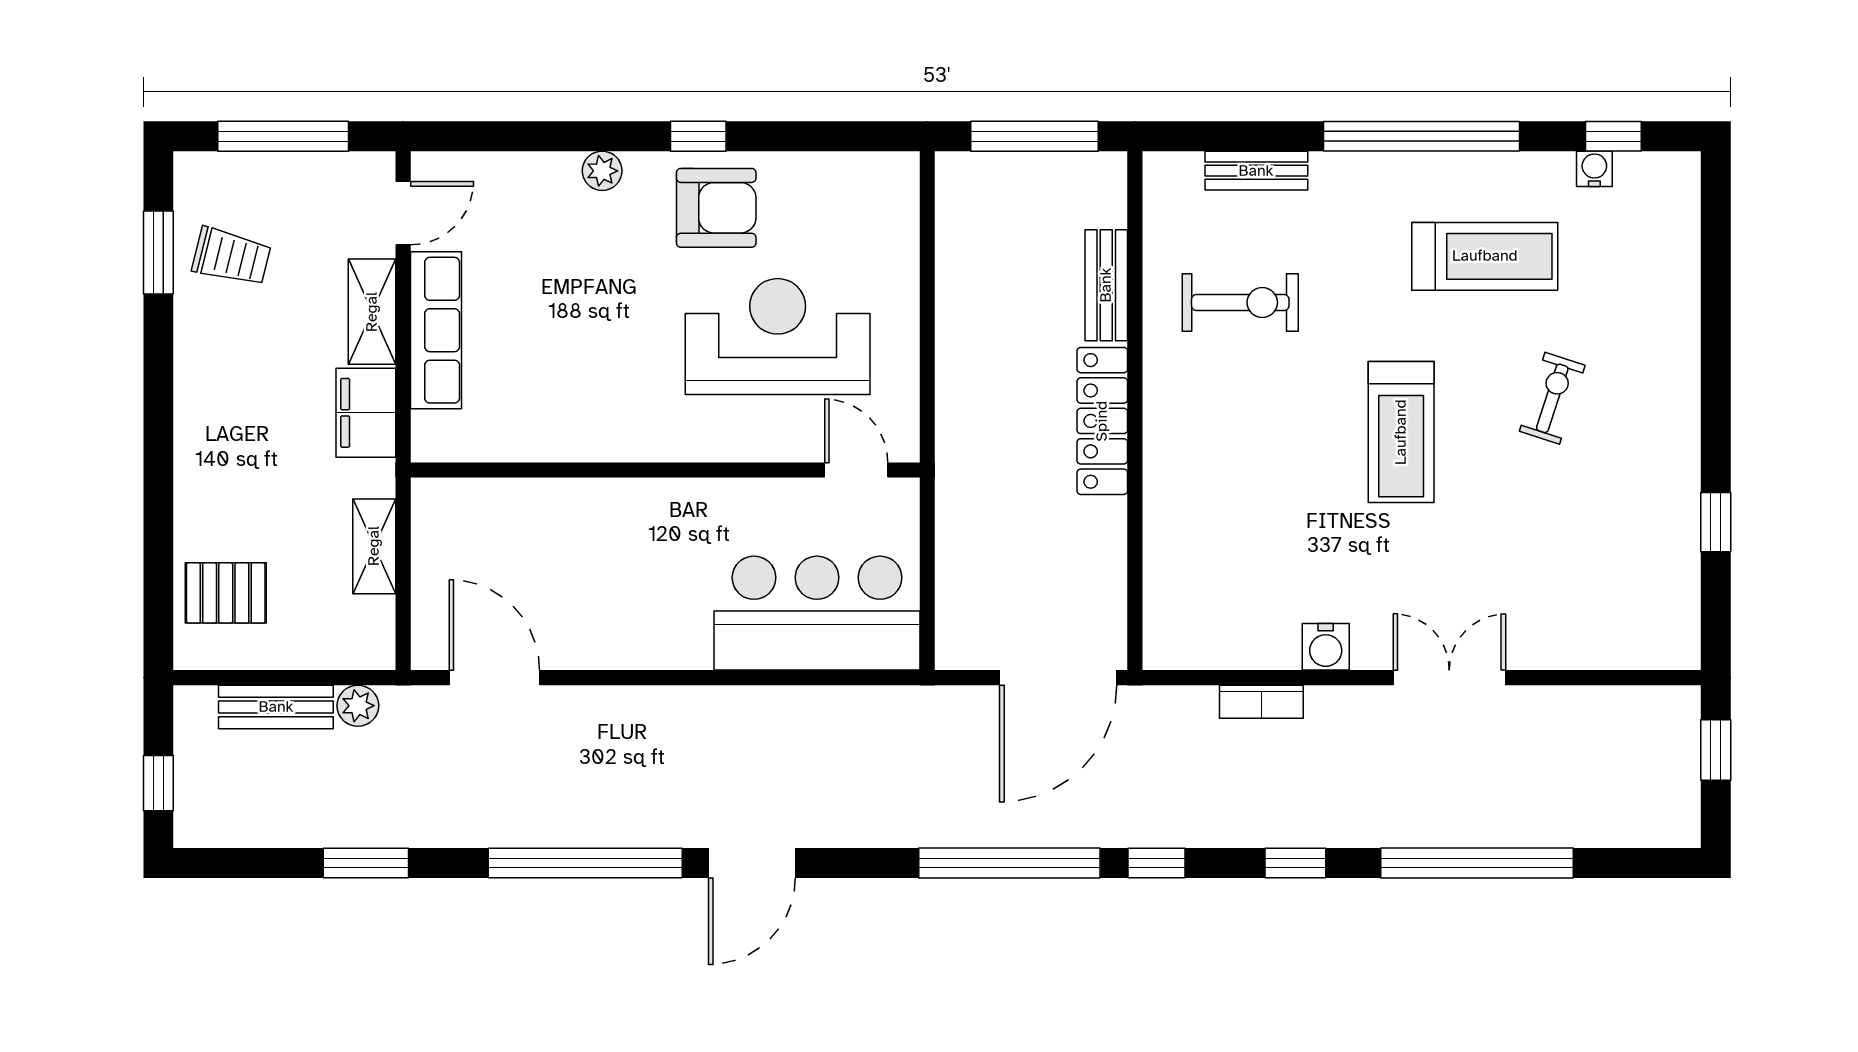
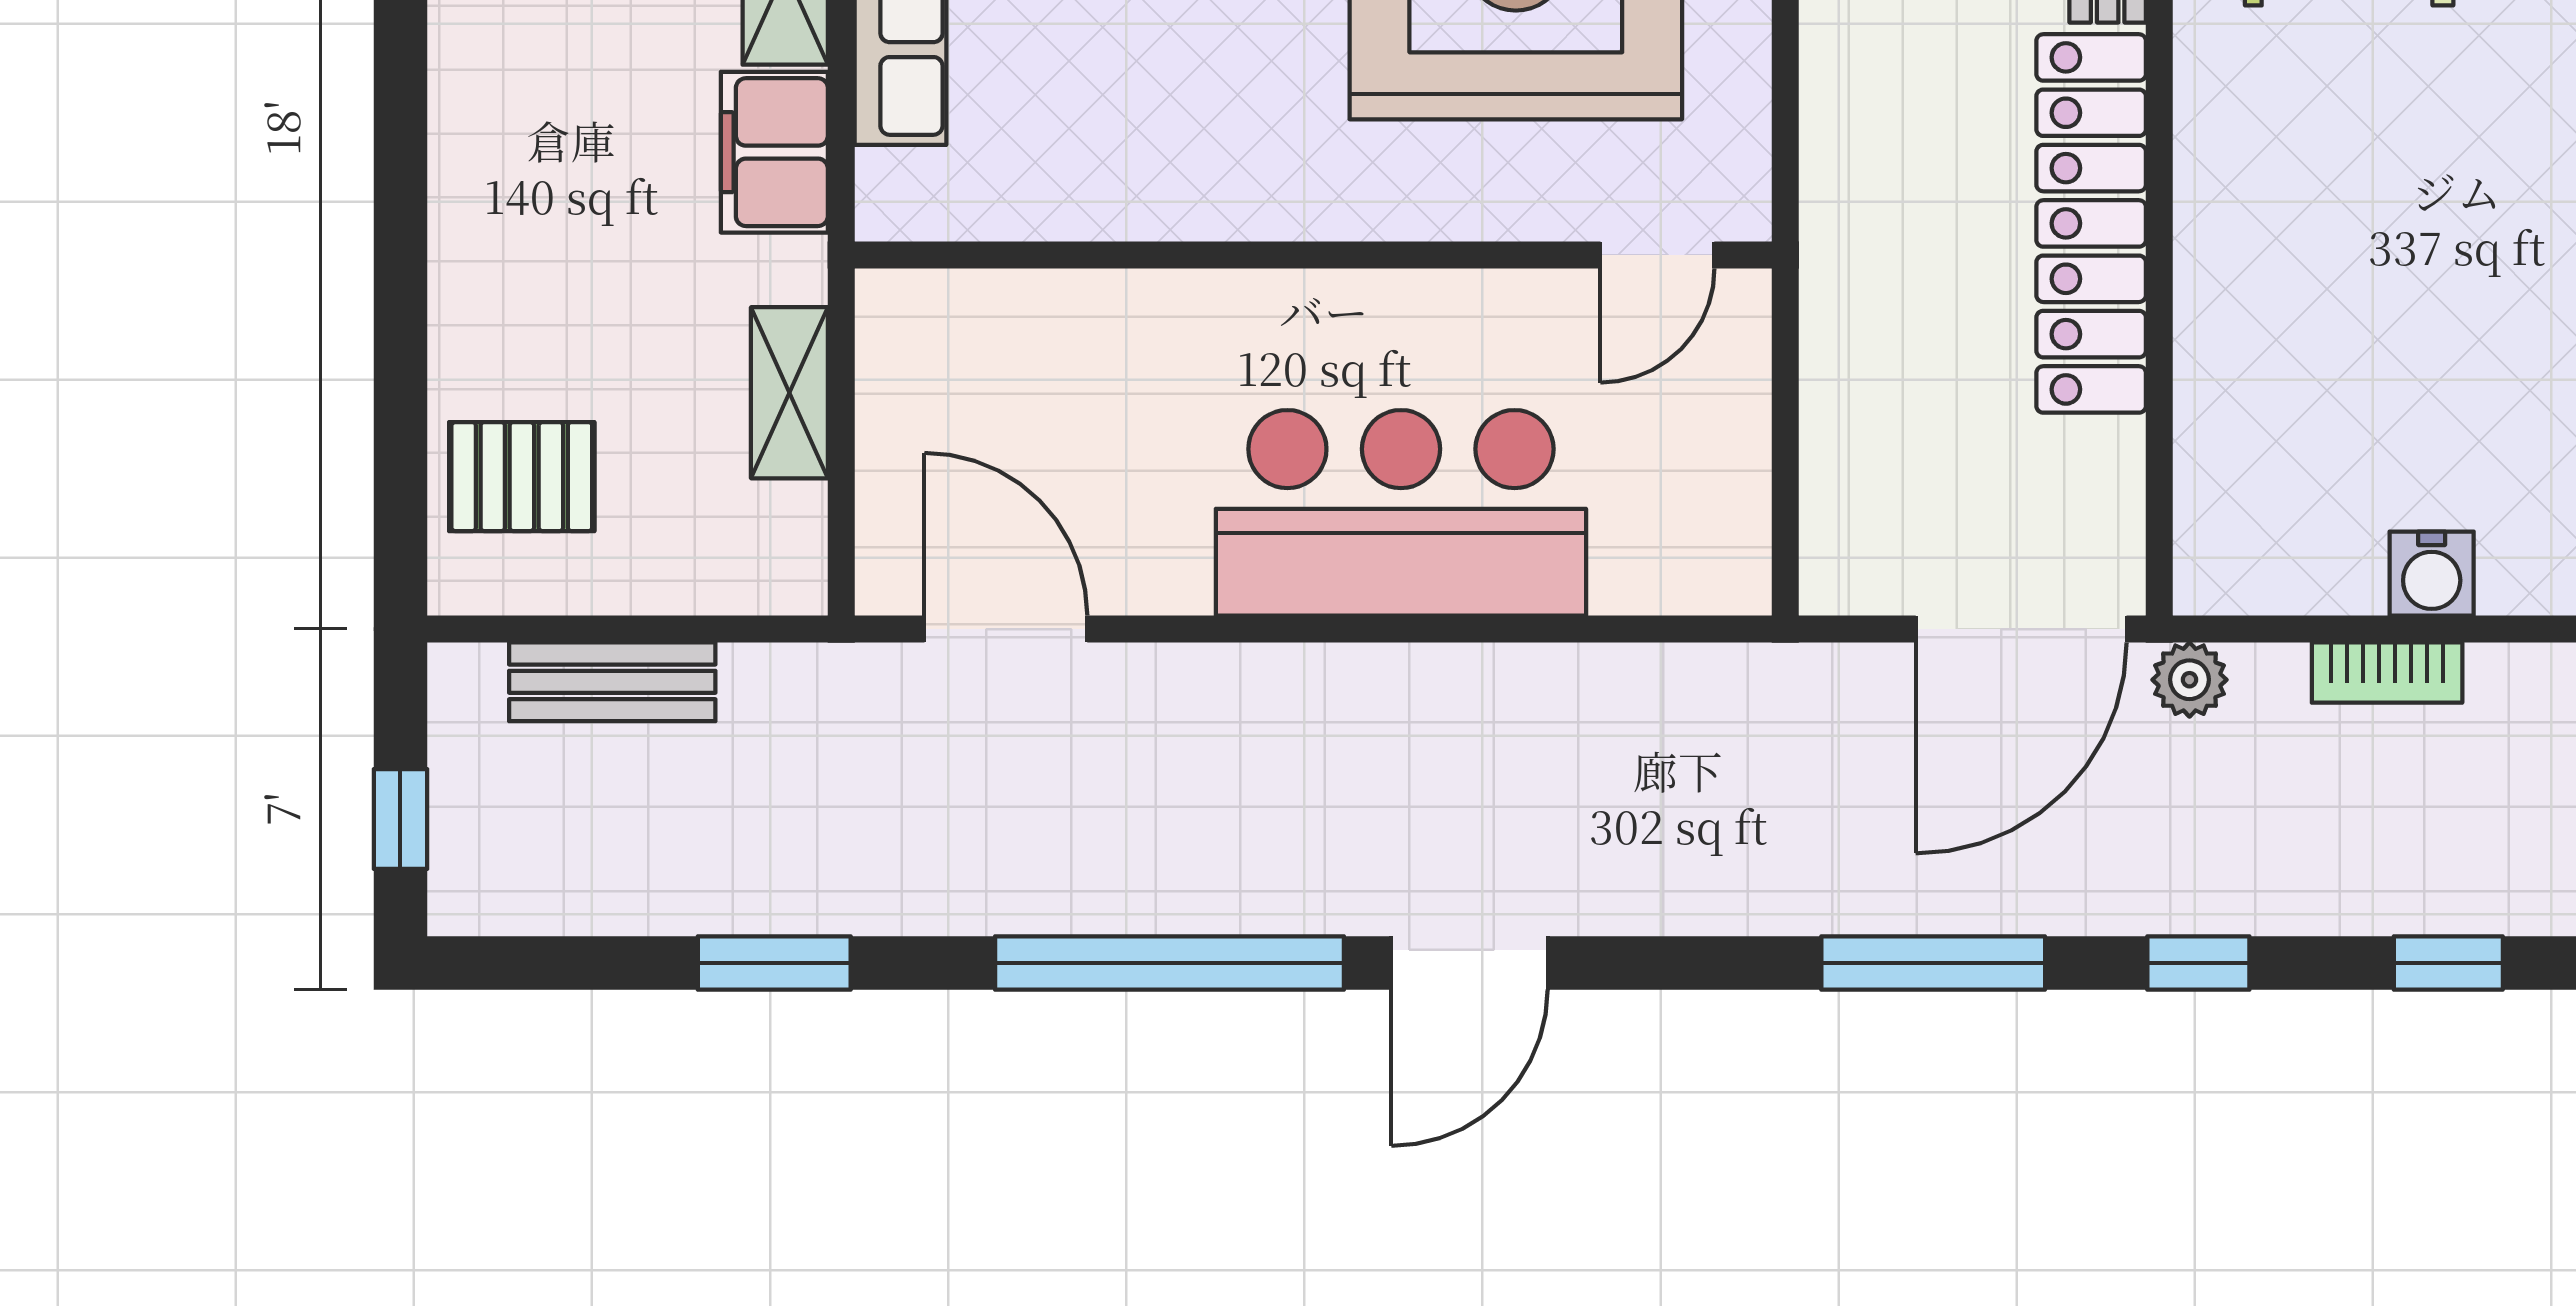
locker: (1102, 421) -> (2091, 223), width x1.41, depth x1.21
door: (856, 470) -> (1657, 255), swing flipped
bar counter: (817, 613) -> (1401, 513), moved
water cooler: (1326, 647) -> (2432, 574), moved
plant: (358, 706) -> (2190, 680), moved
window: (1009, 863) -> (1933, 963), width x0.68

